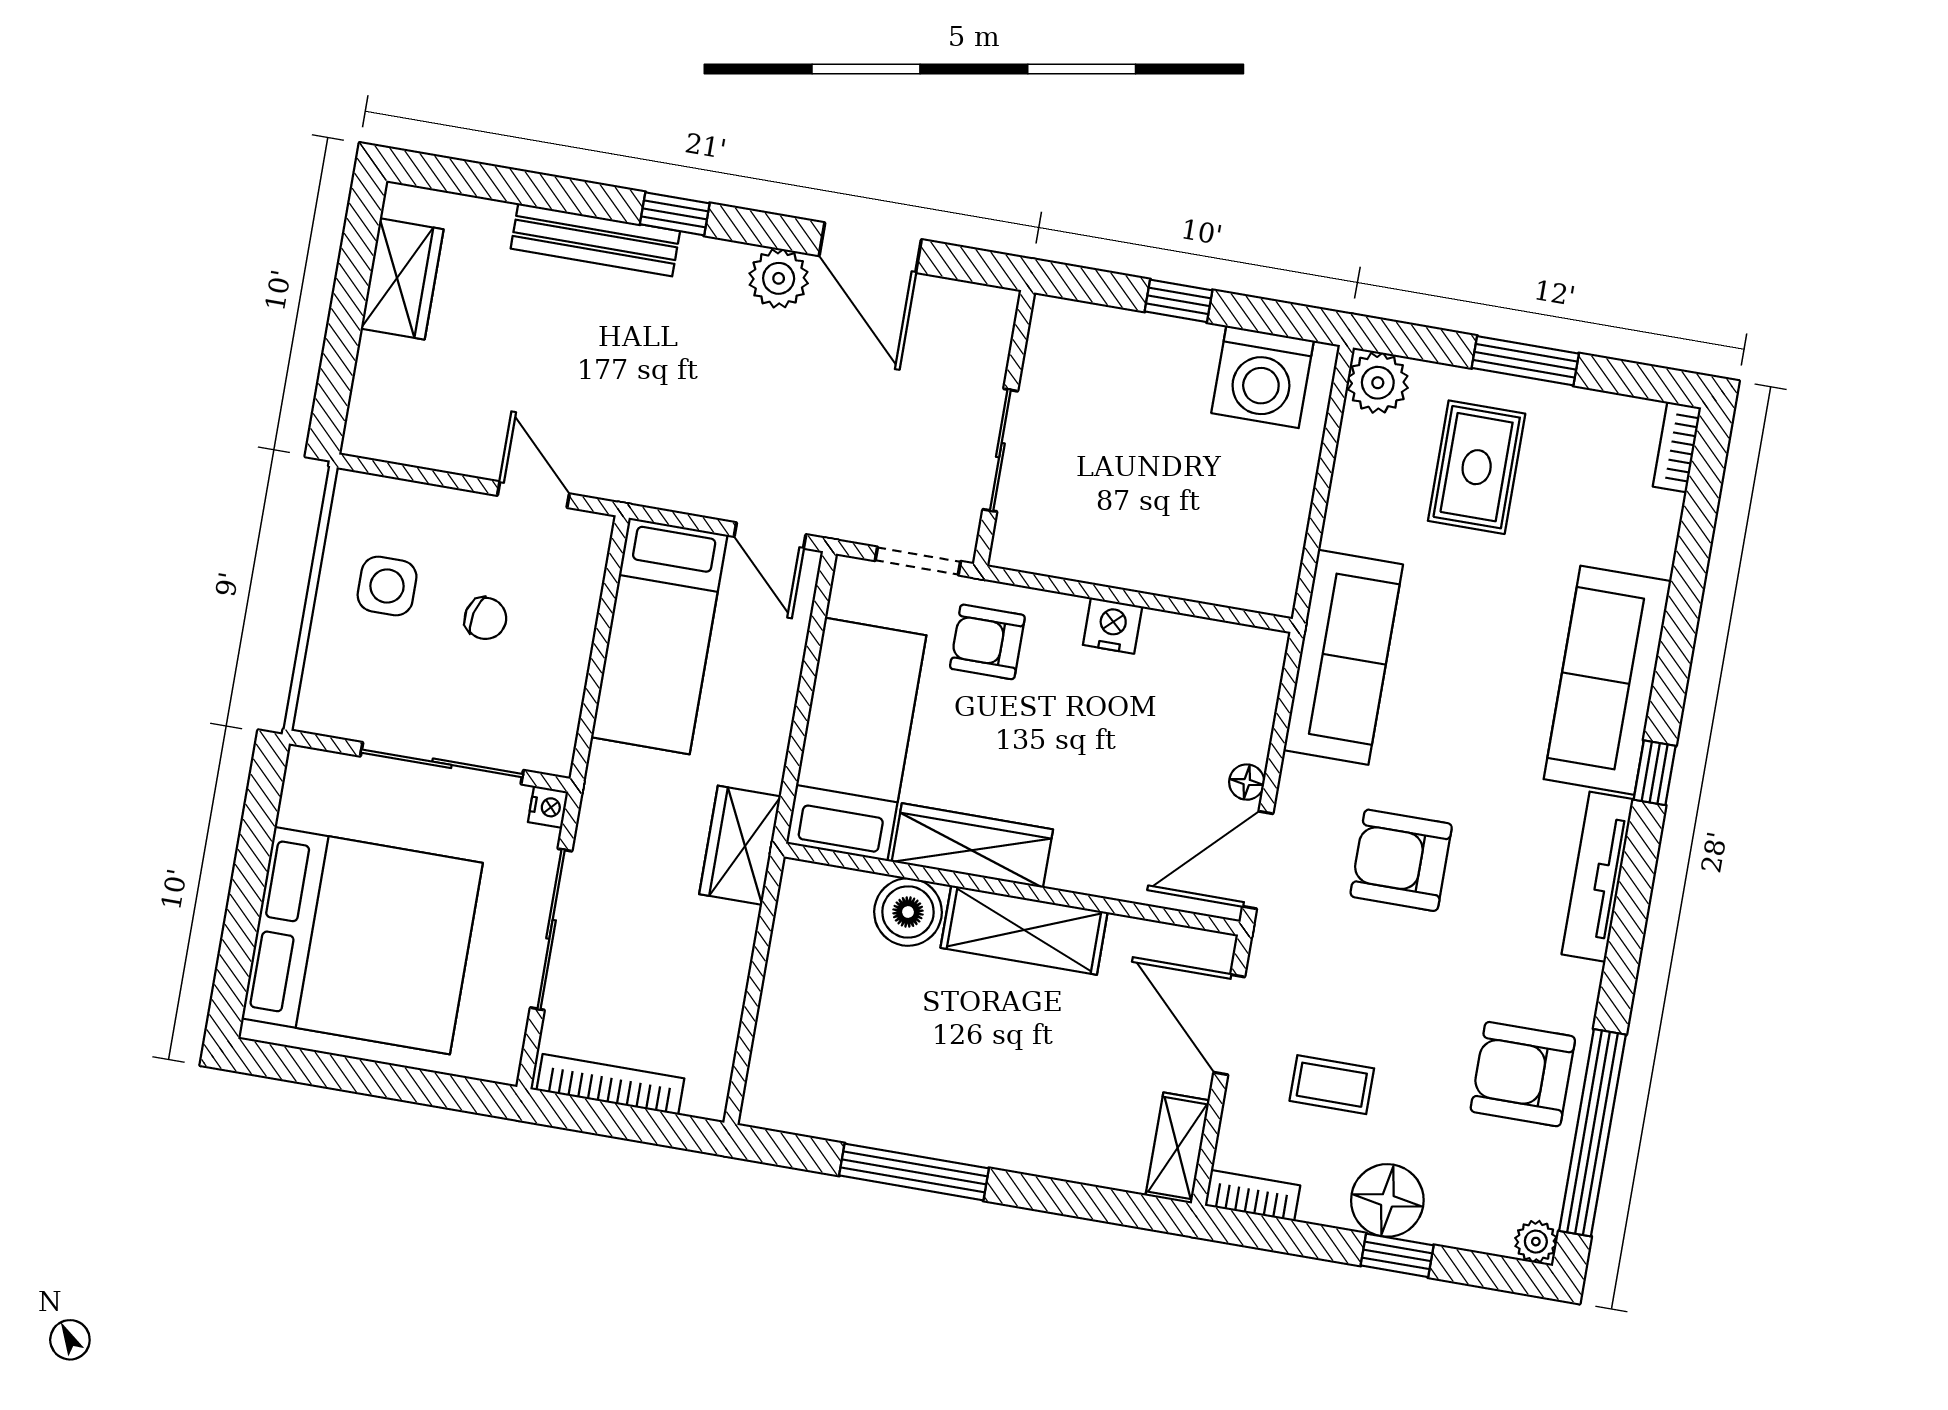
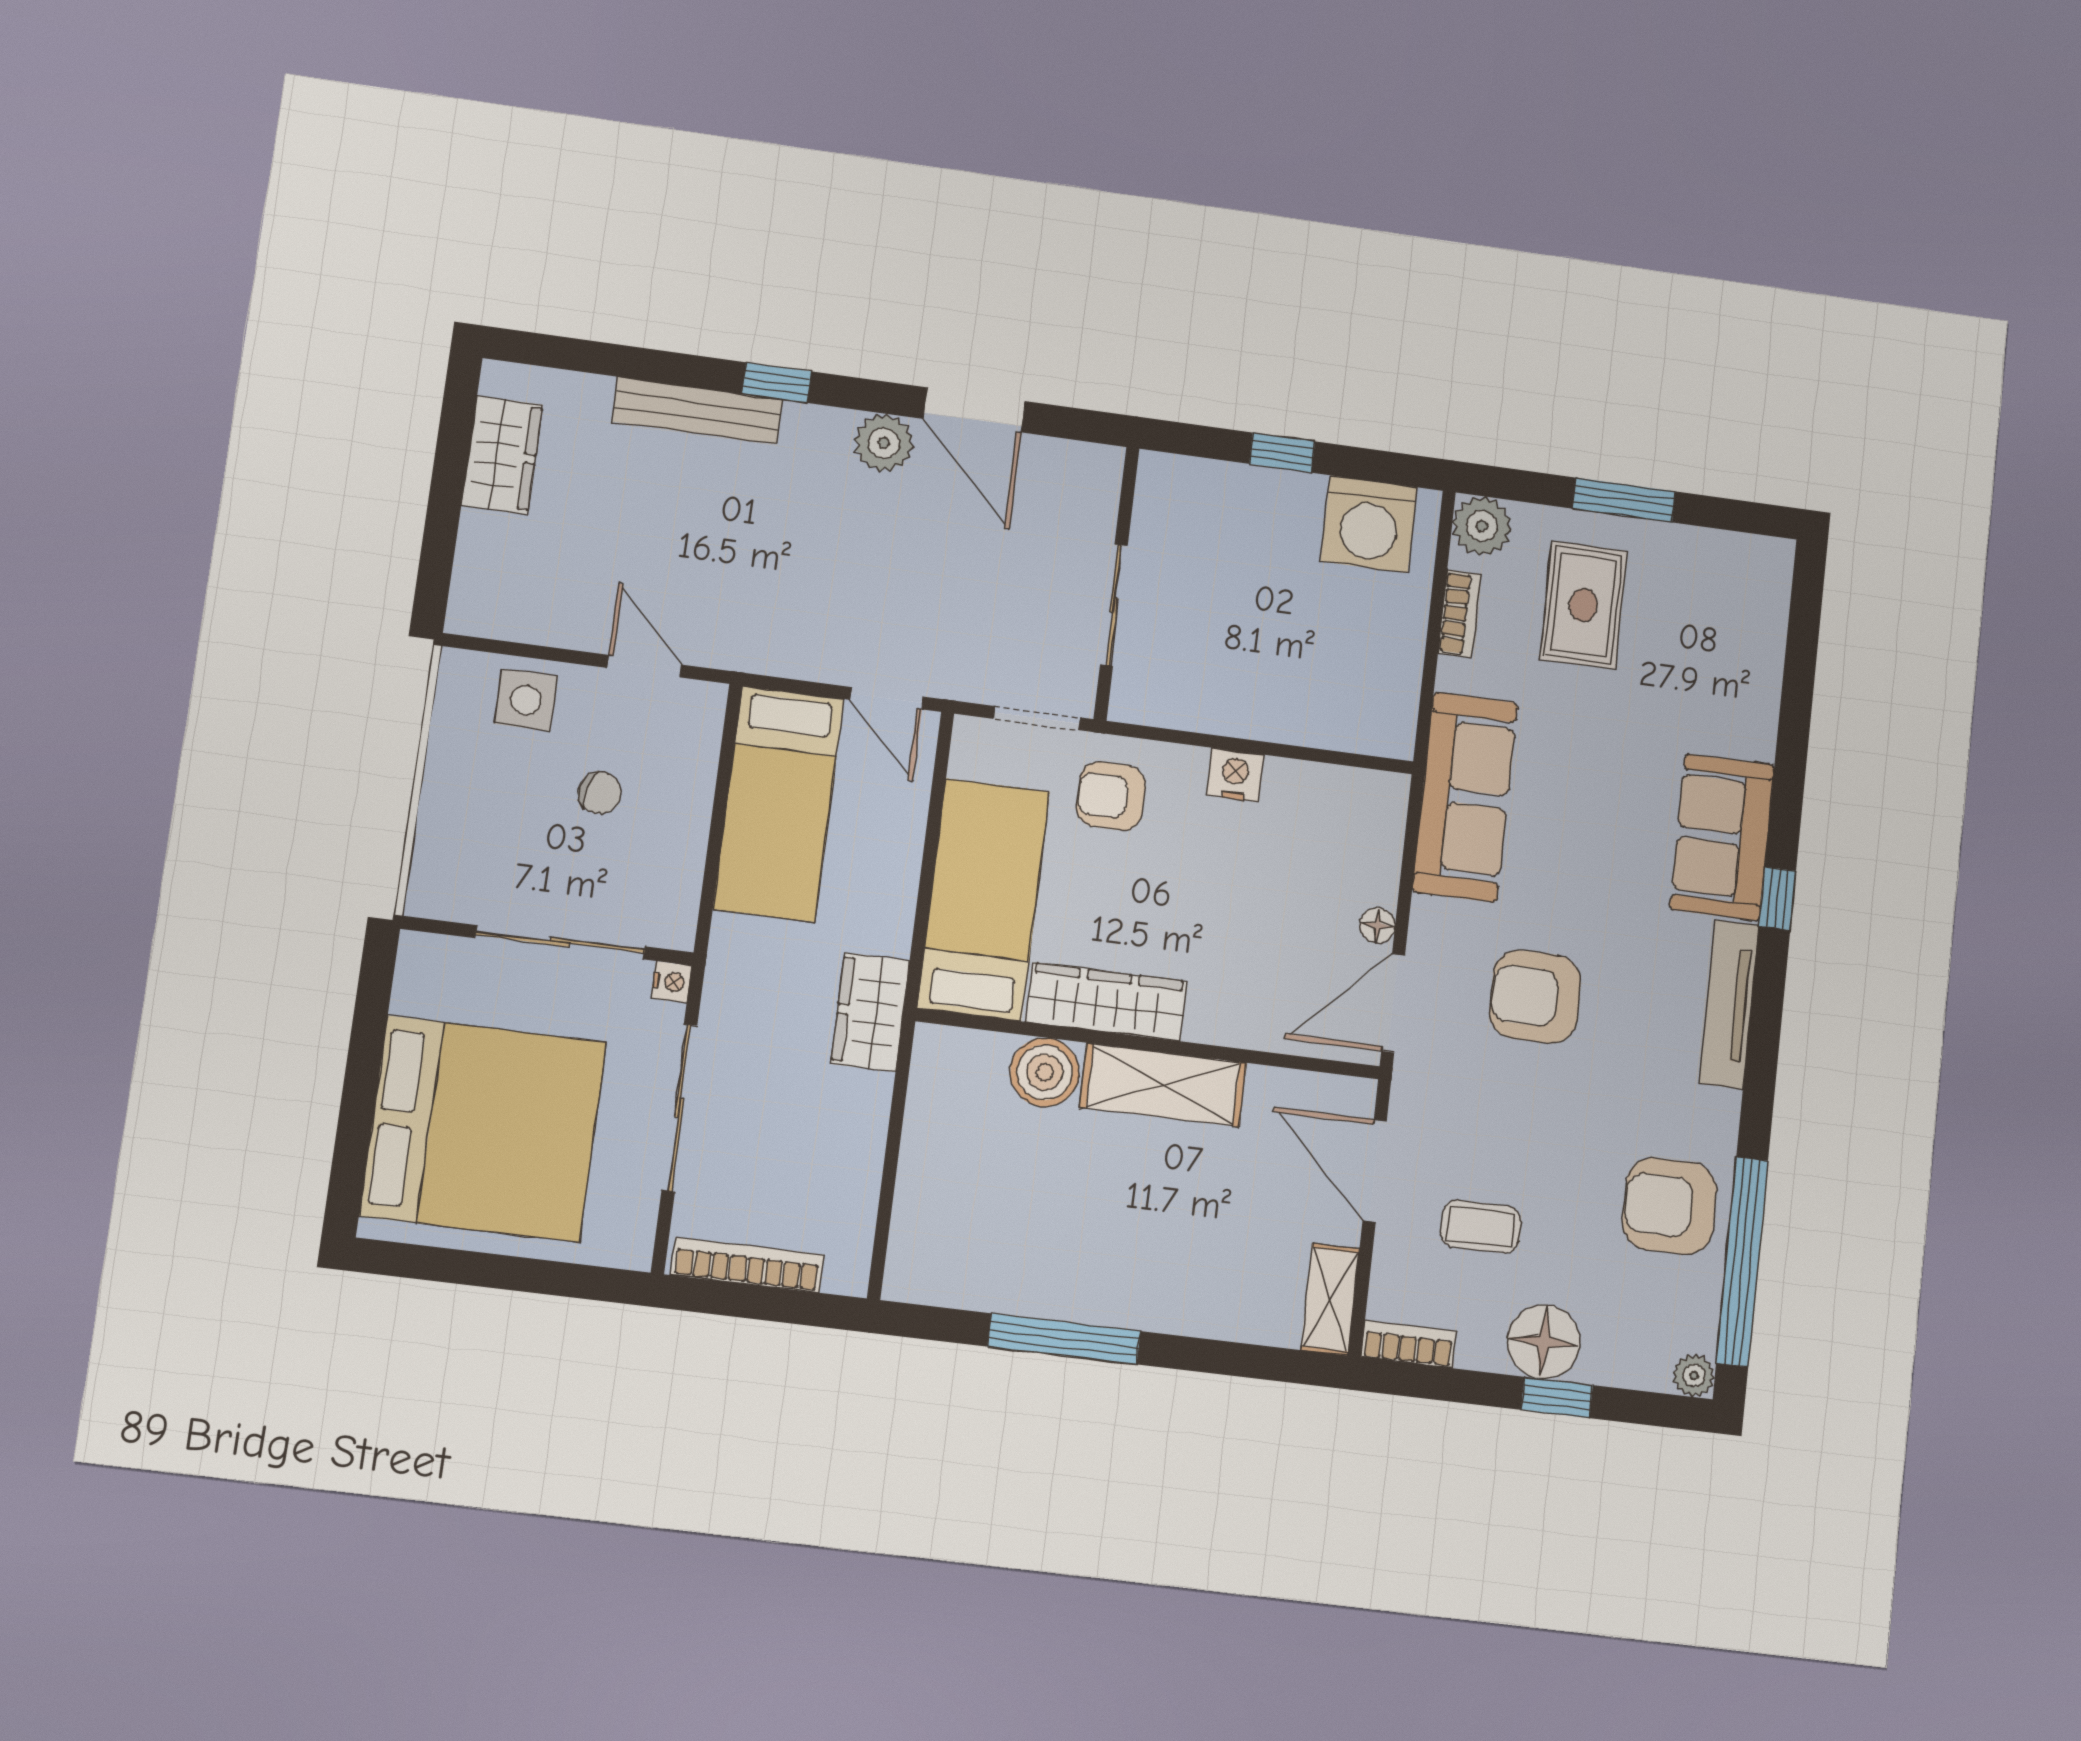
bookcase: (1677, 447) -> (1459, 614), moved, turned 180
side table: (387, 586) -> (526, 700), moved
sofa: (1607, 680) -> (1722, 837), width x0.73

